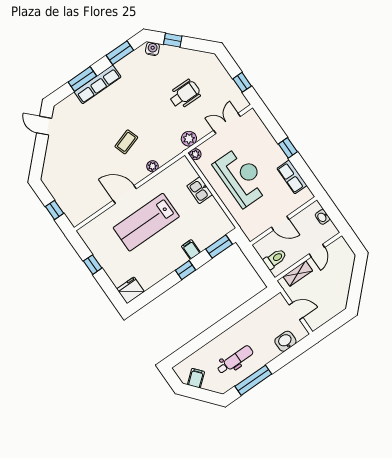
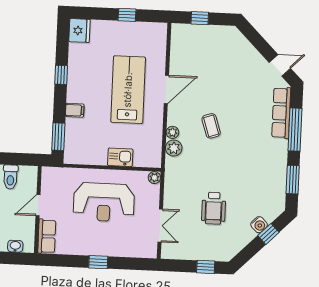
water cooler: (152, 49) -> (259, 225), moved
window: (82, 79) -> (295, 130), width x1.44
window: (242, 82) -> (206, 267), moved
row of seats: (98, 84) -> (281, 113), moved
plant: (189, 139) -> (174, 148), moved
row of seats: (292, 177) -> (47, 236), moved, turned 90
window: (185, 270) -> (61, 75), moved

